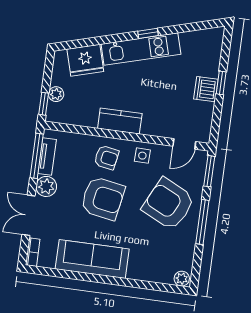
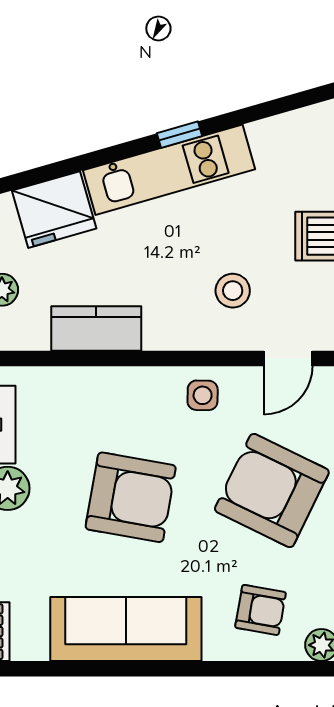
stool: (163, 109) -> (233, 291), added
kitchen counter: (120, 121) -> (96, 328), moved
armchair: (106, 158) -> (261, 610), moved

